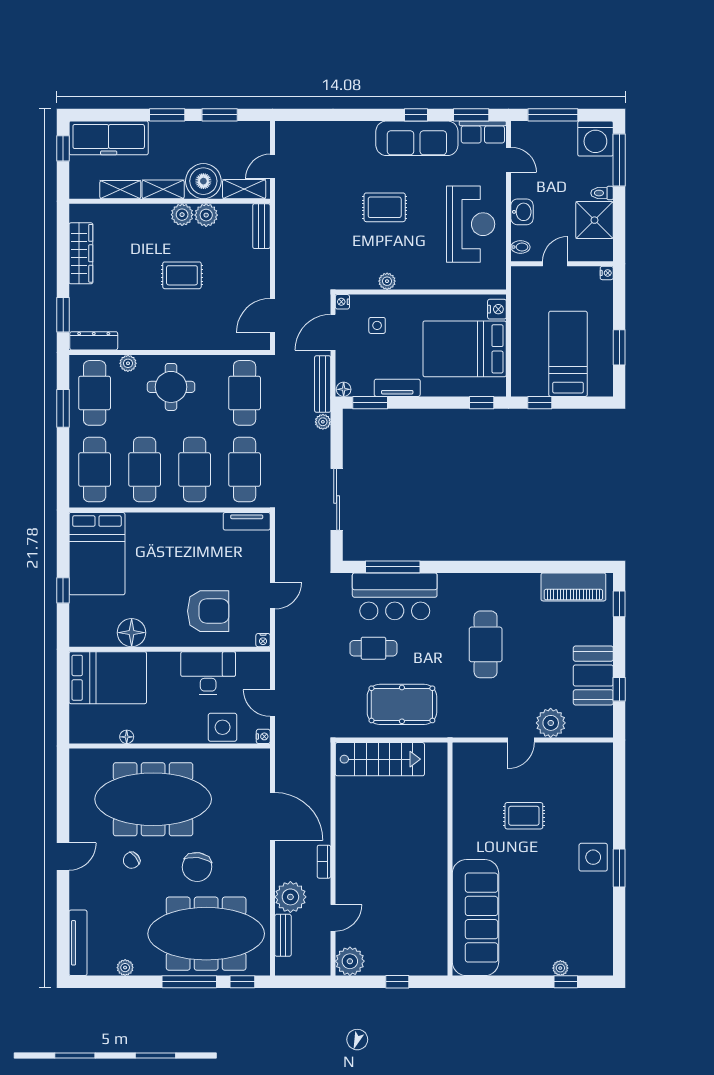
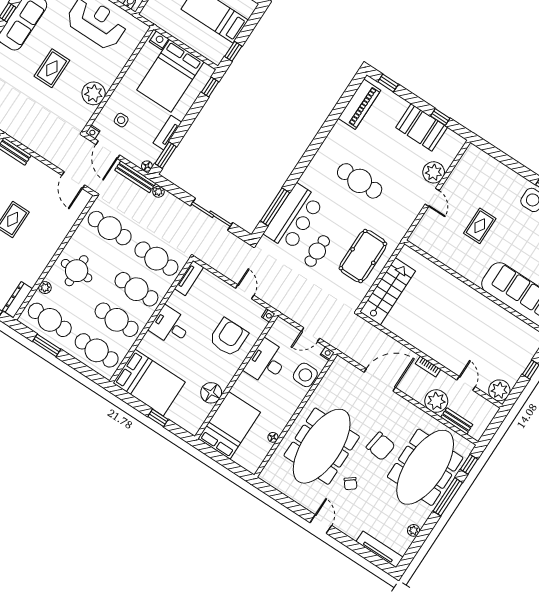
plant: (387, 281) -> (94, 93), width x1.87, depth x1.87
desk: (177, 536) -> (170, 326), added

